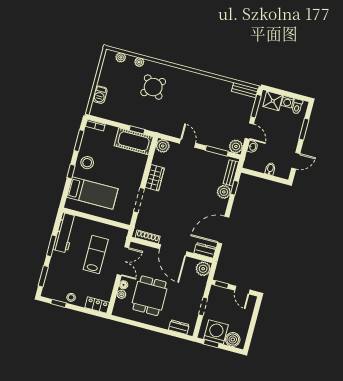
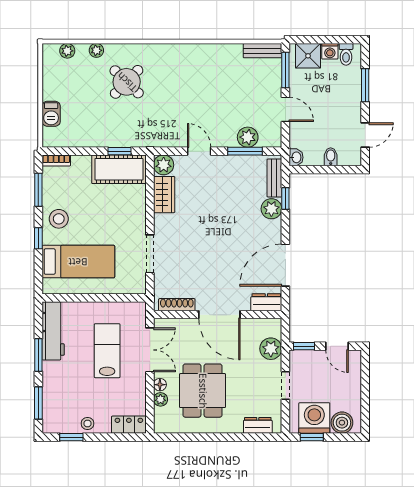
plant: (236, 146) -> (248, 137), moved
washbasin: (252, 147) -> (296, 157), moved
wardrobe: (155, 178) -> (164, 195), moved
plant: (203, 269) -> (271, 349), moved

